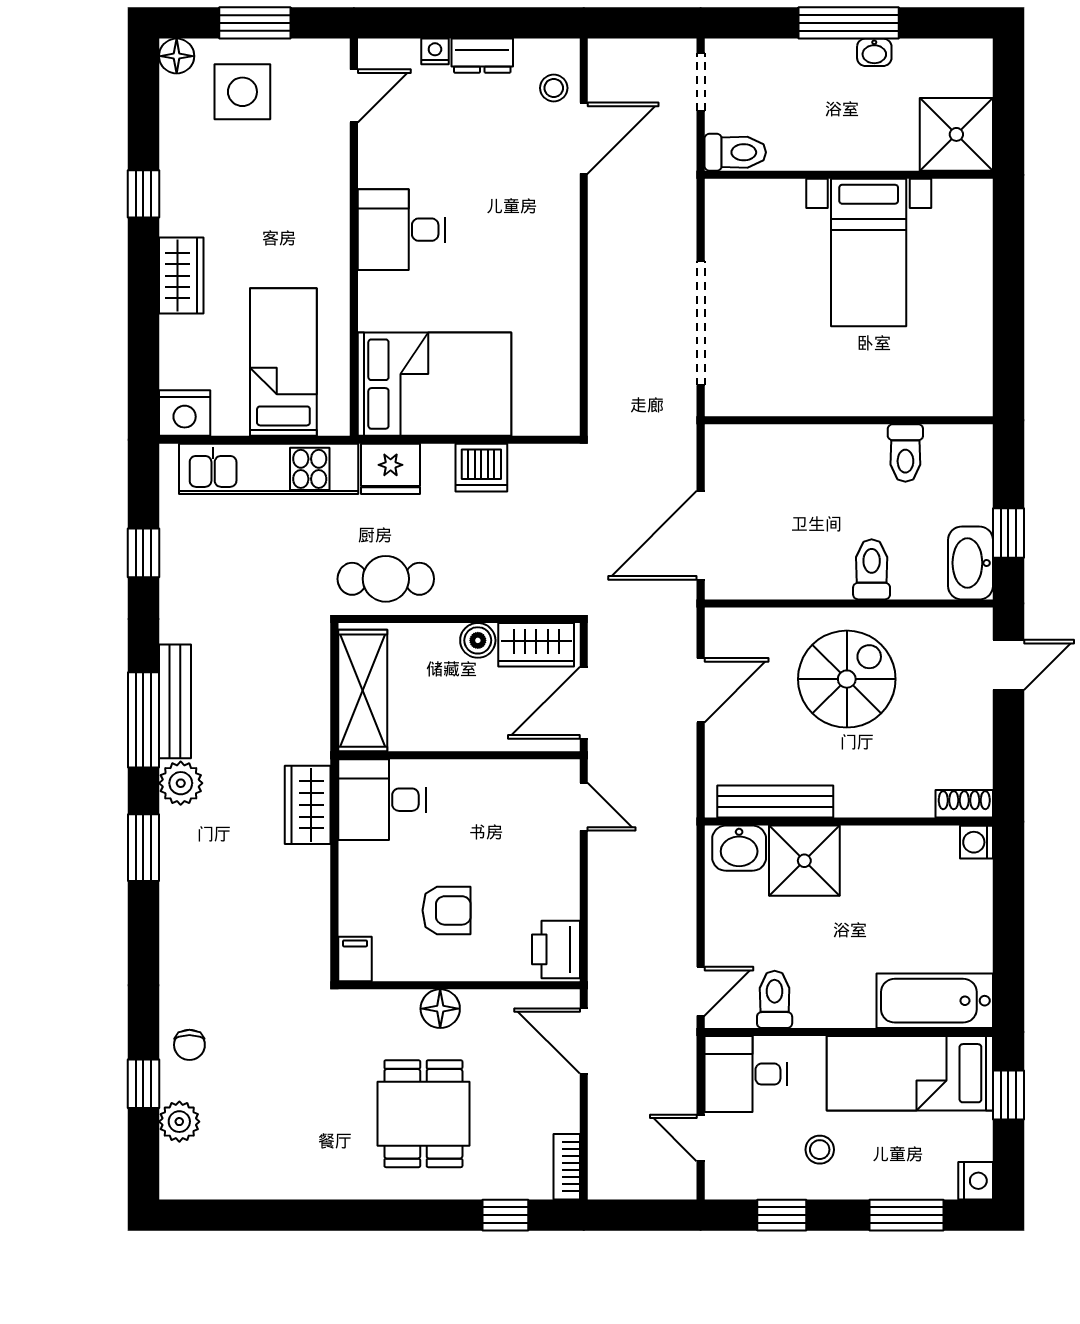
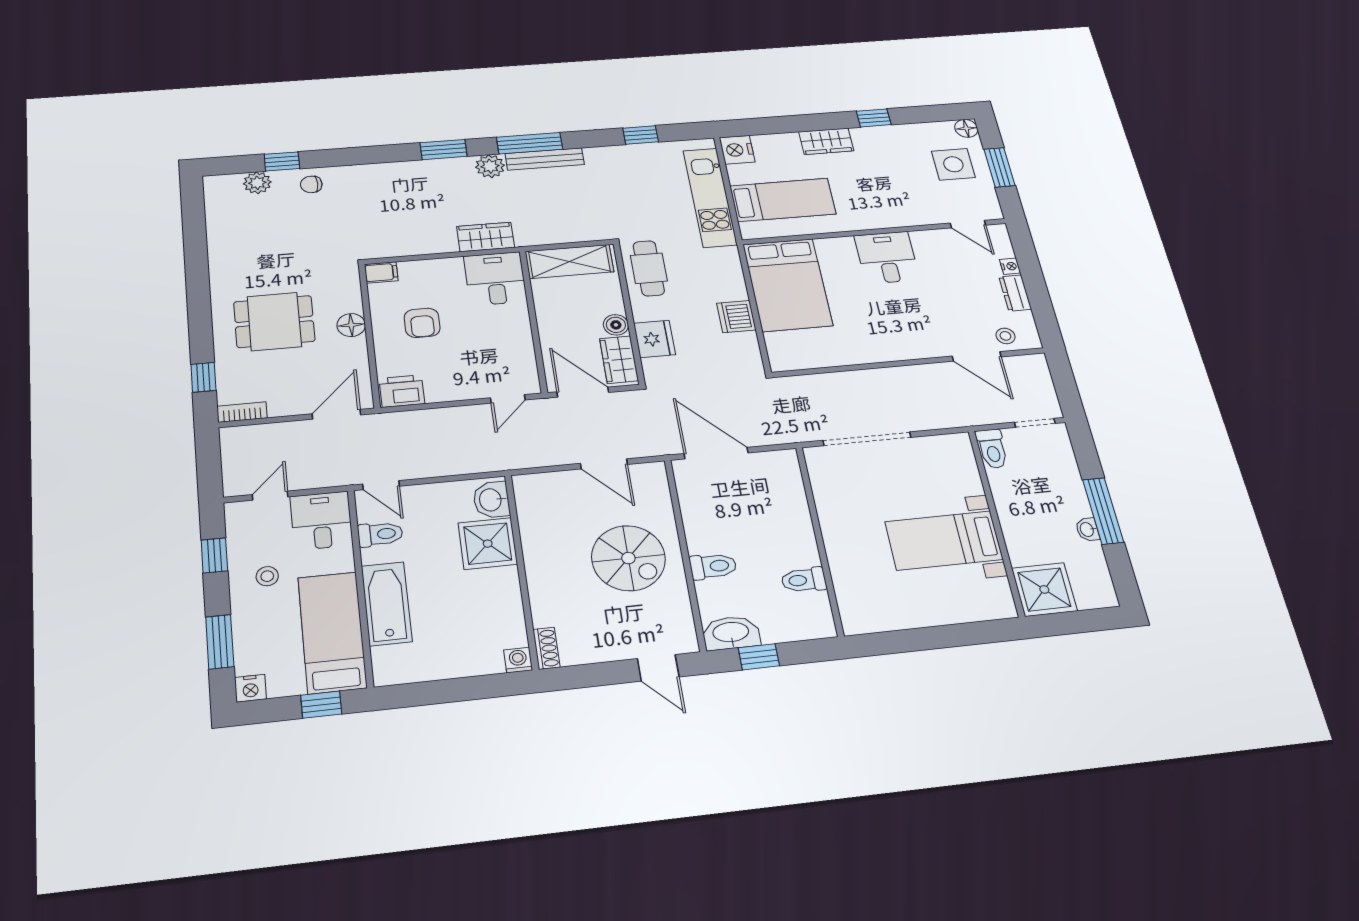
fridge: (391, 469) -> (654, 339), moved, turned 180
bench: (775, 801) -> (529, 520), removed
bathtub: (935, 1001) -> (387, 604), moved

